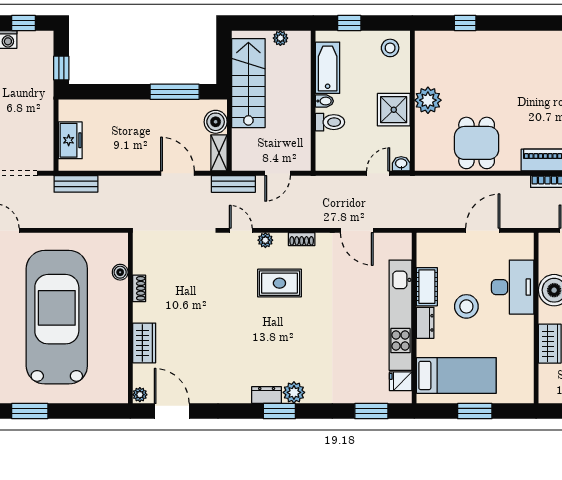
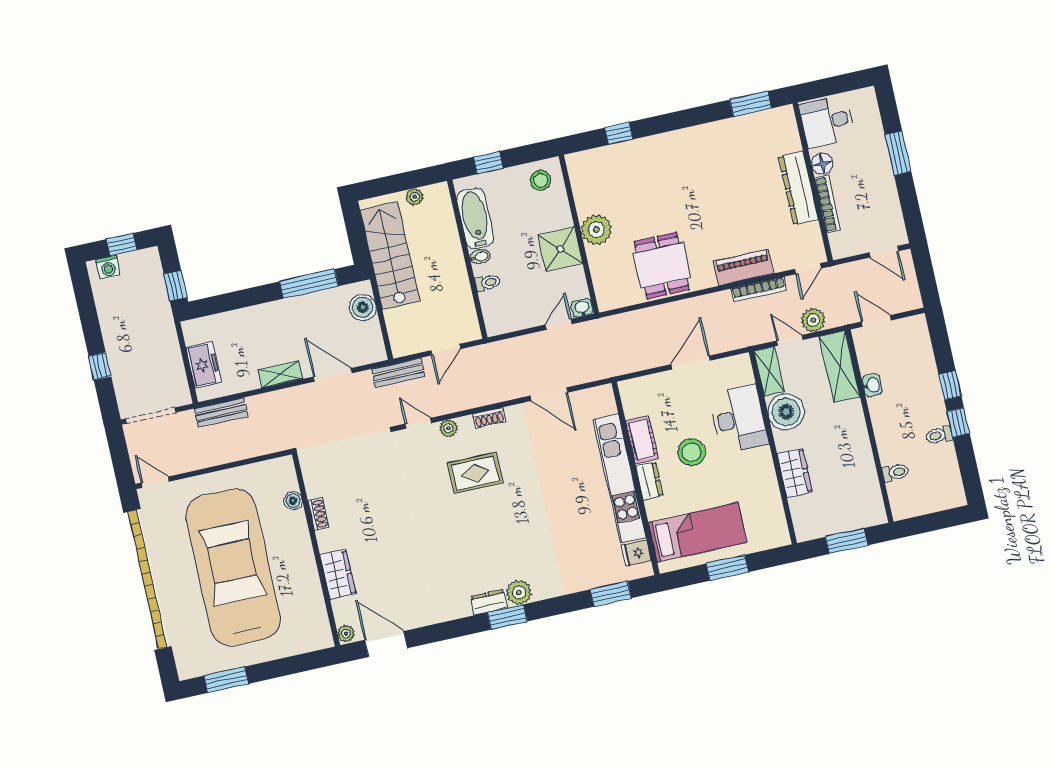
toilet: (330, 122) -> (488, 283), width x0.73, depth x0.72
shelving: (219, 153) -> (280, 374), moved, turned 90
shelving: (547, 253) -> (769, 371), added

